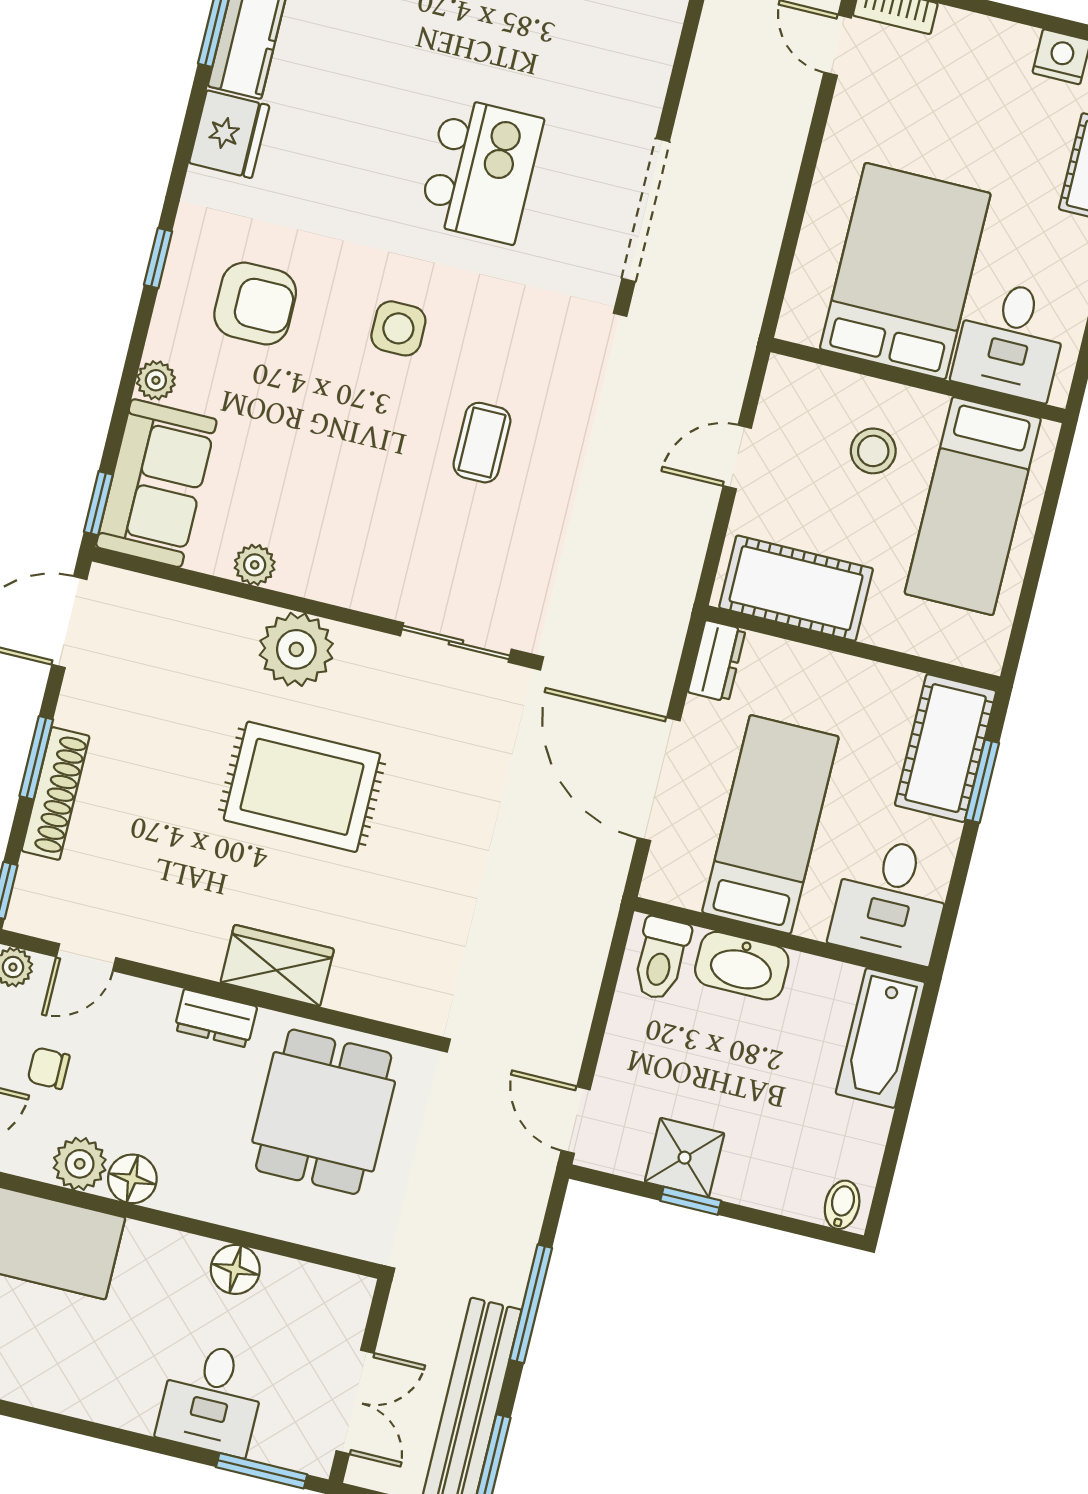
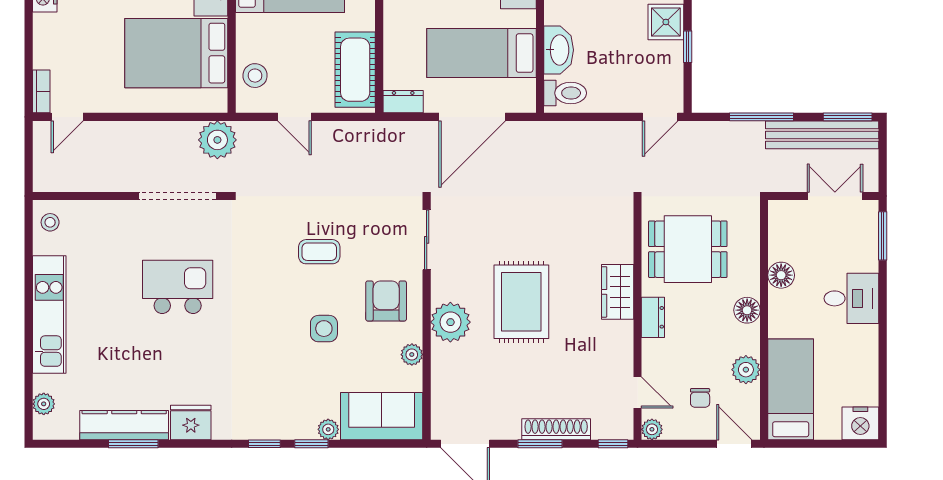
armchair: (255, 304) -> (386, 301), moved
plant: (730, 307) -> (217, 140), added
side table: (398, 328) -> (324, 329), moved
stool: (873, 451) -> (255, 76), moved
window: (98, 503) -> (311, 444), moved
shower: (685, 1158) -> (666, 22), moved
floor lamp: (132, 1179) -> (747, 310), moved
desk: (212, 1399) -> (851, 298), moved

